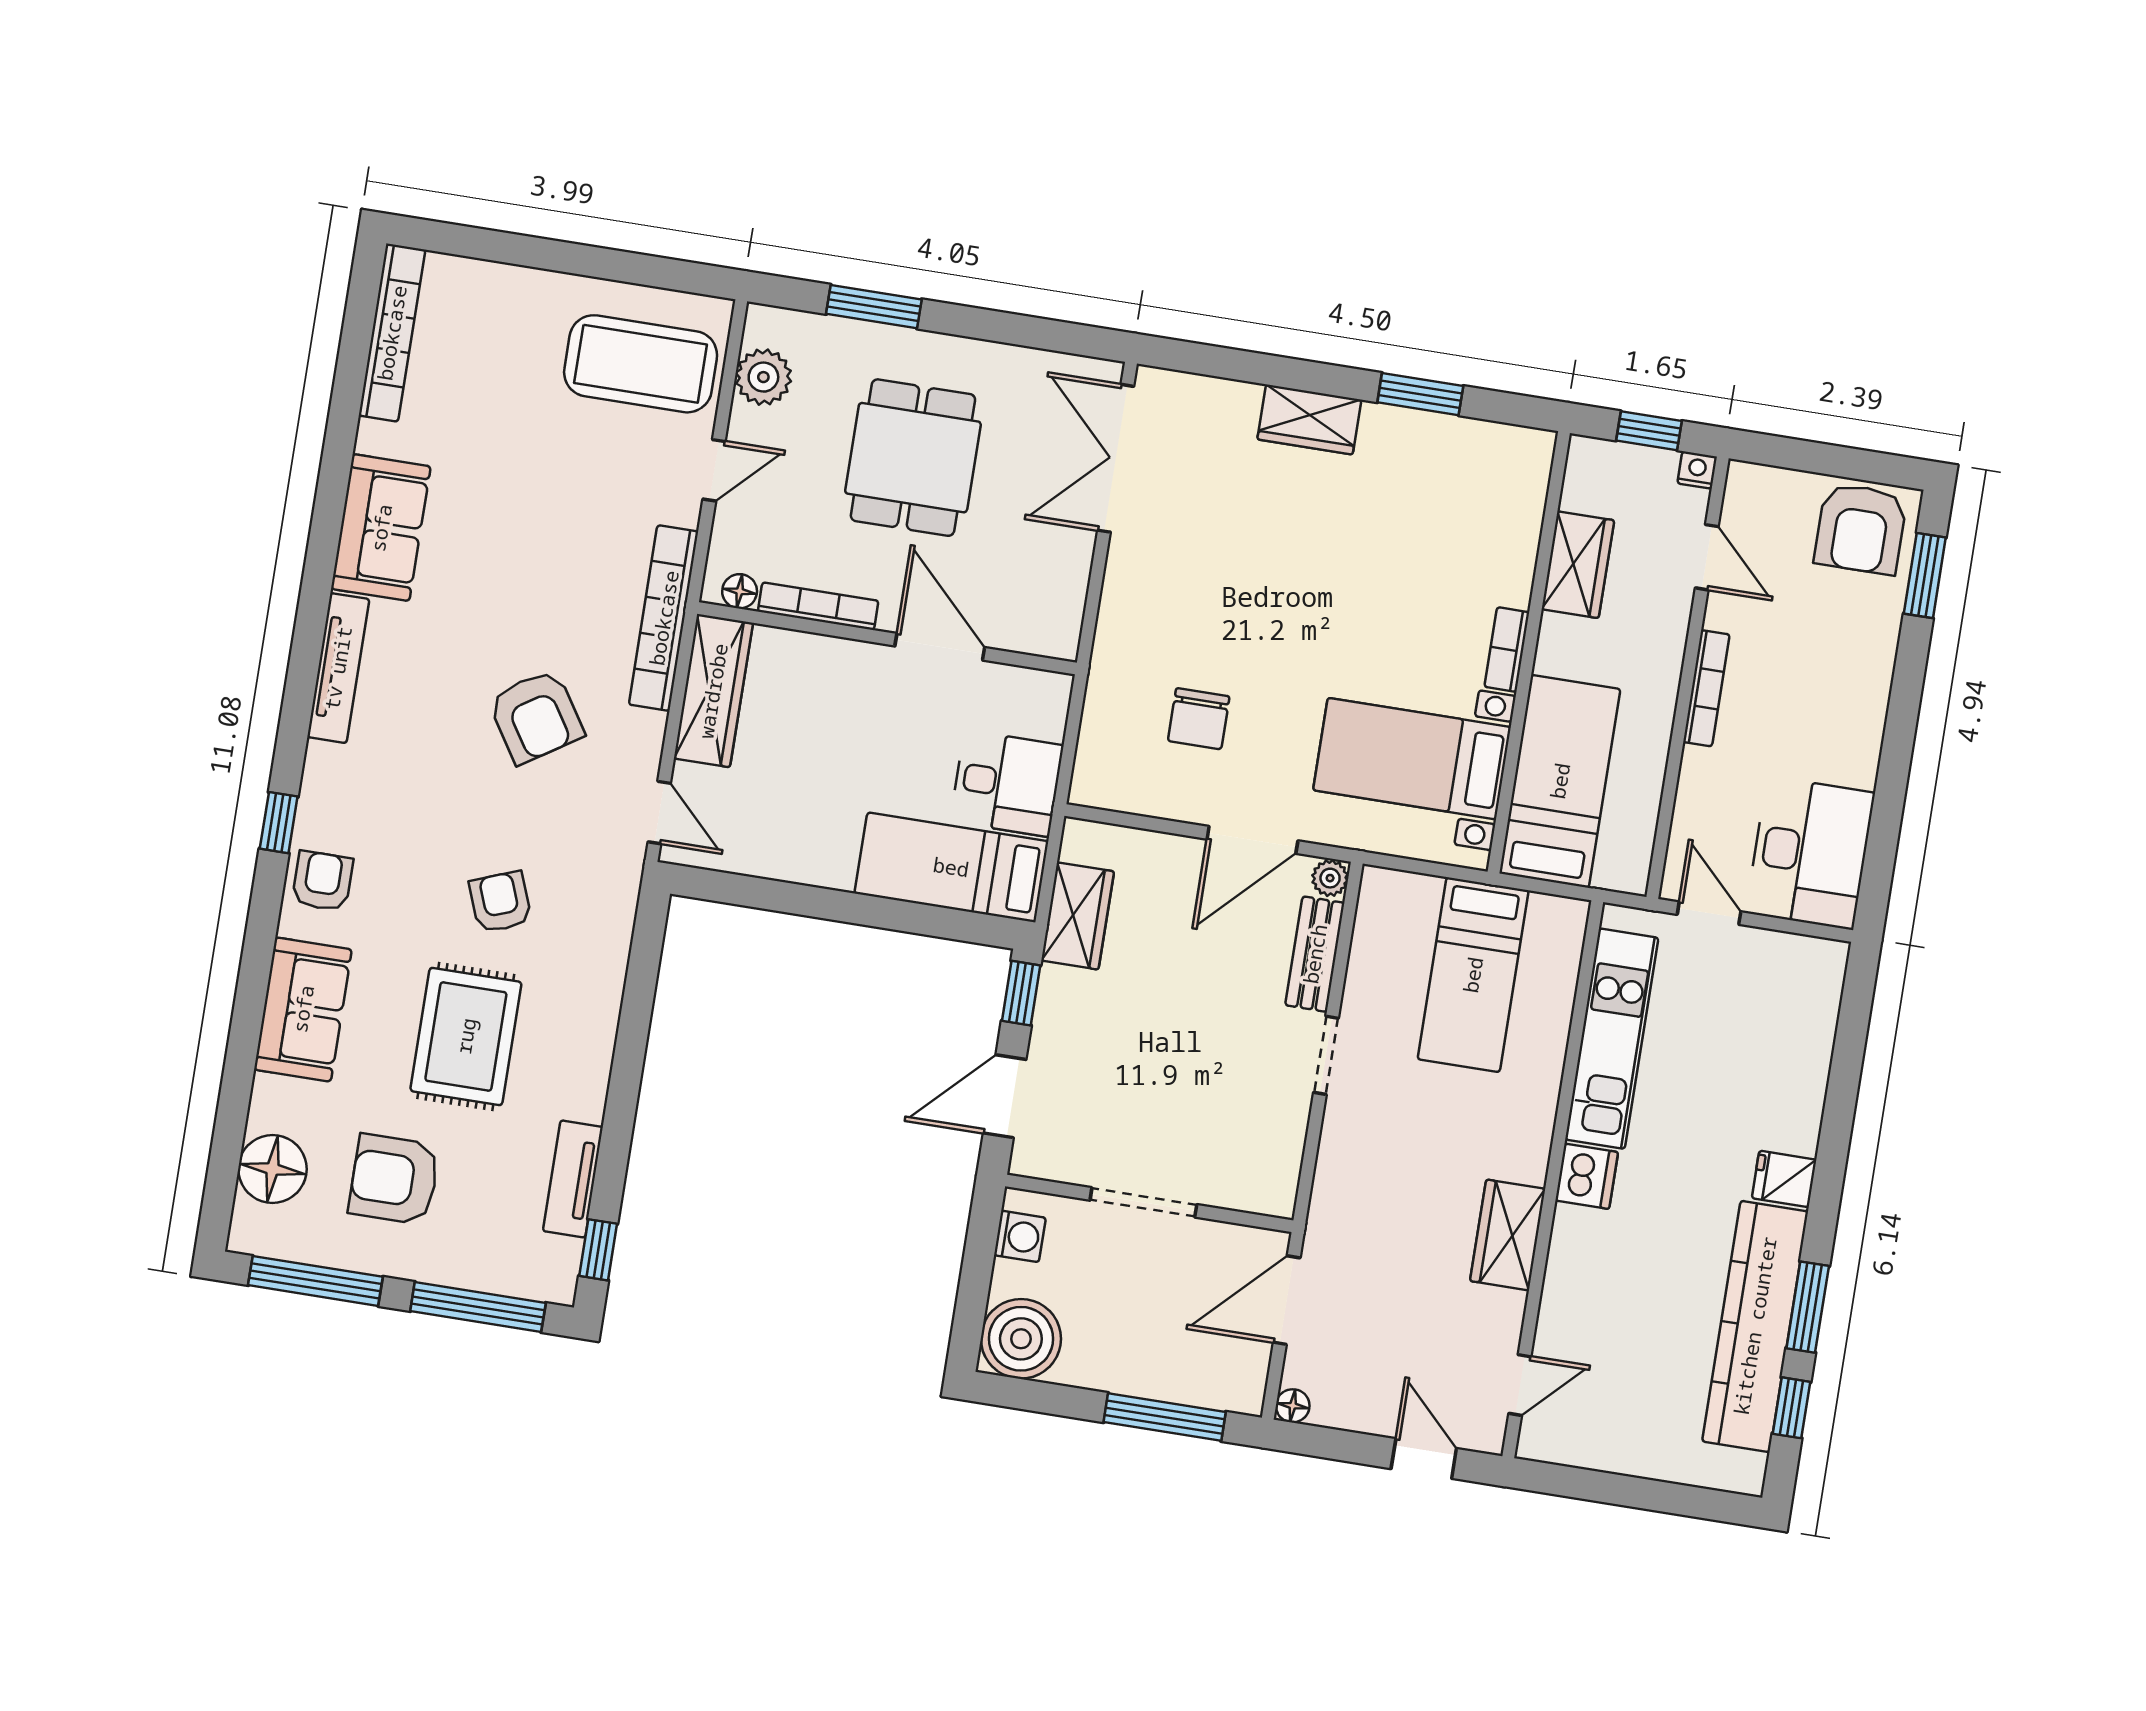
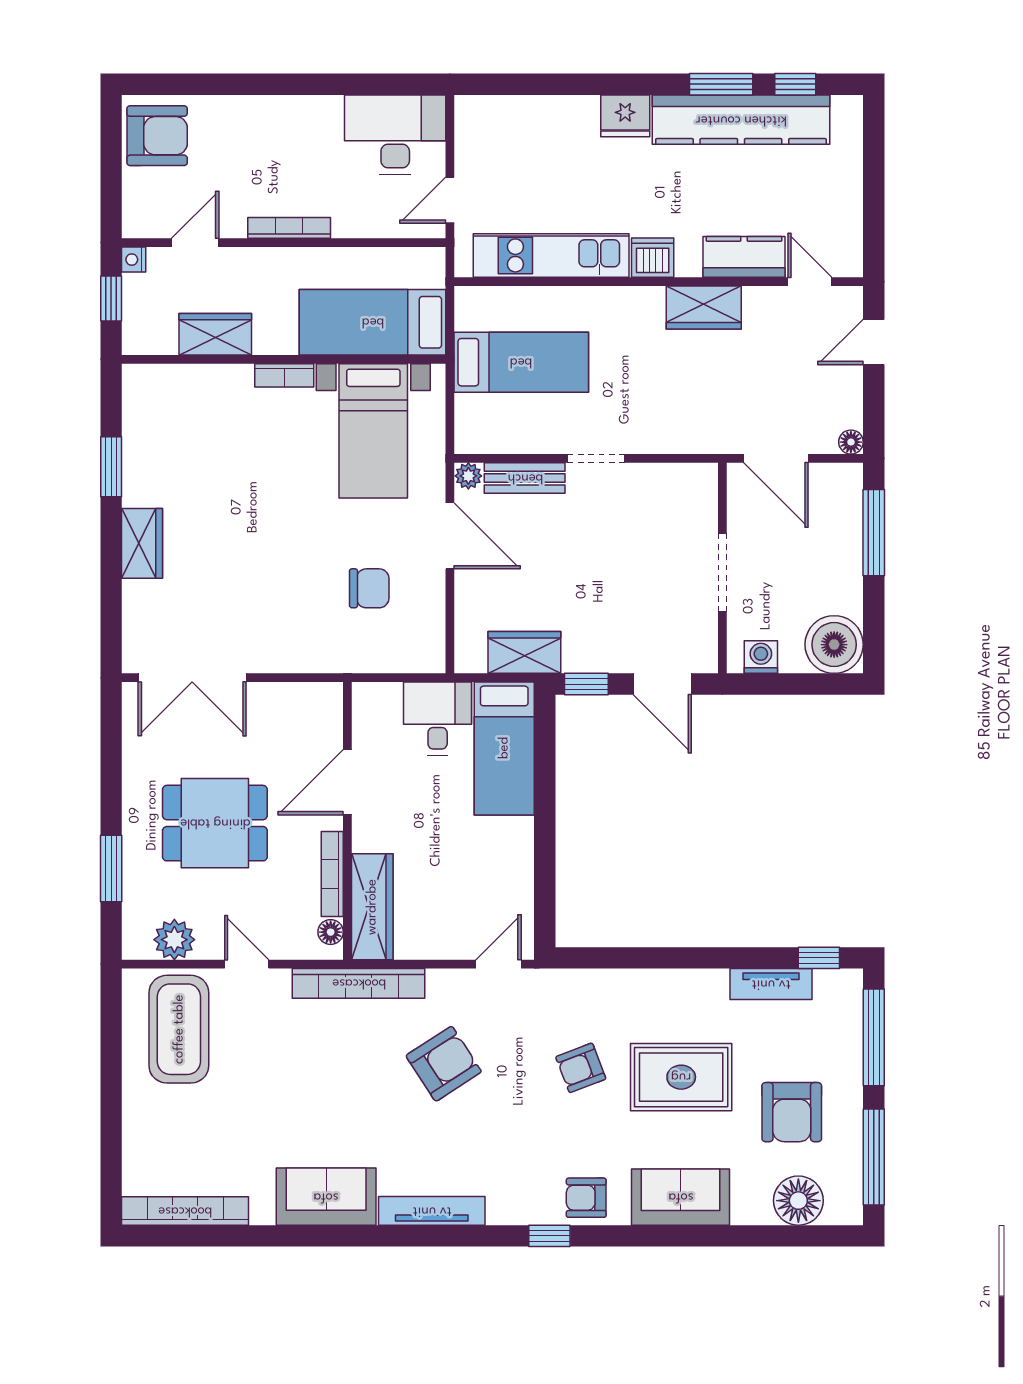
window: (1925, 575) -> (183, 84), removed
wardrobe: (713, 691) -> (372, 907), moved, turned 90
fridge: (1784, 1179) -> (625, 116), width x1.38
kitchen counter: (1568, 1301) -> (744, 257), added

